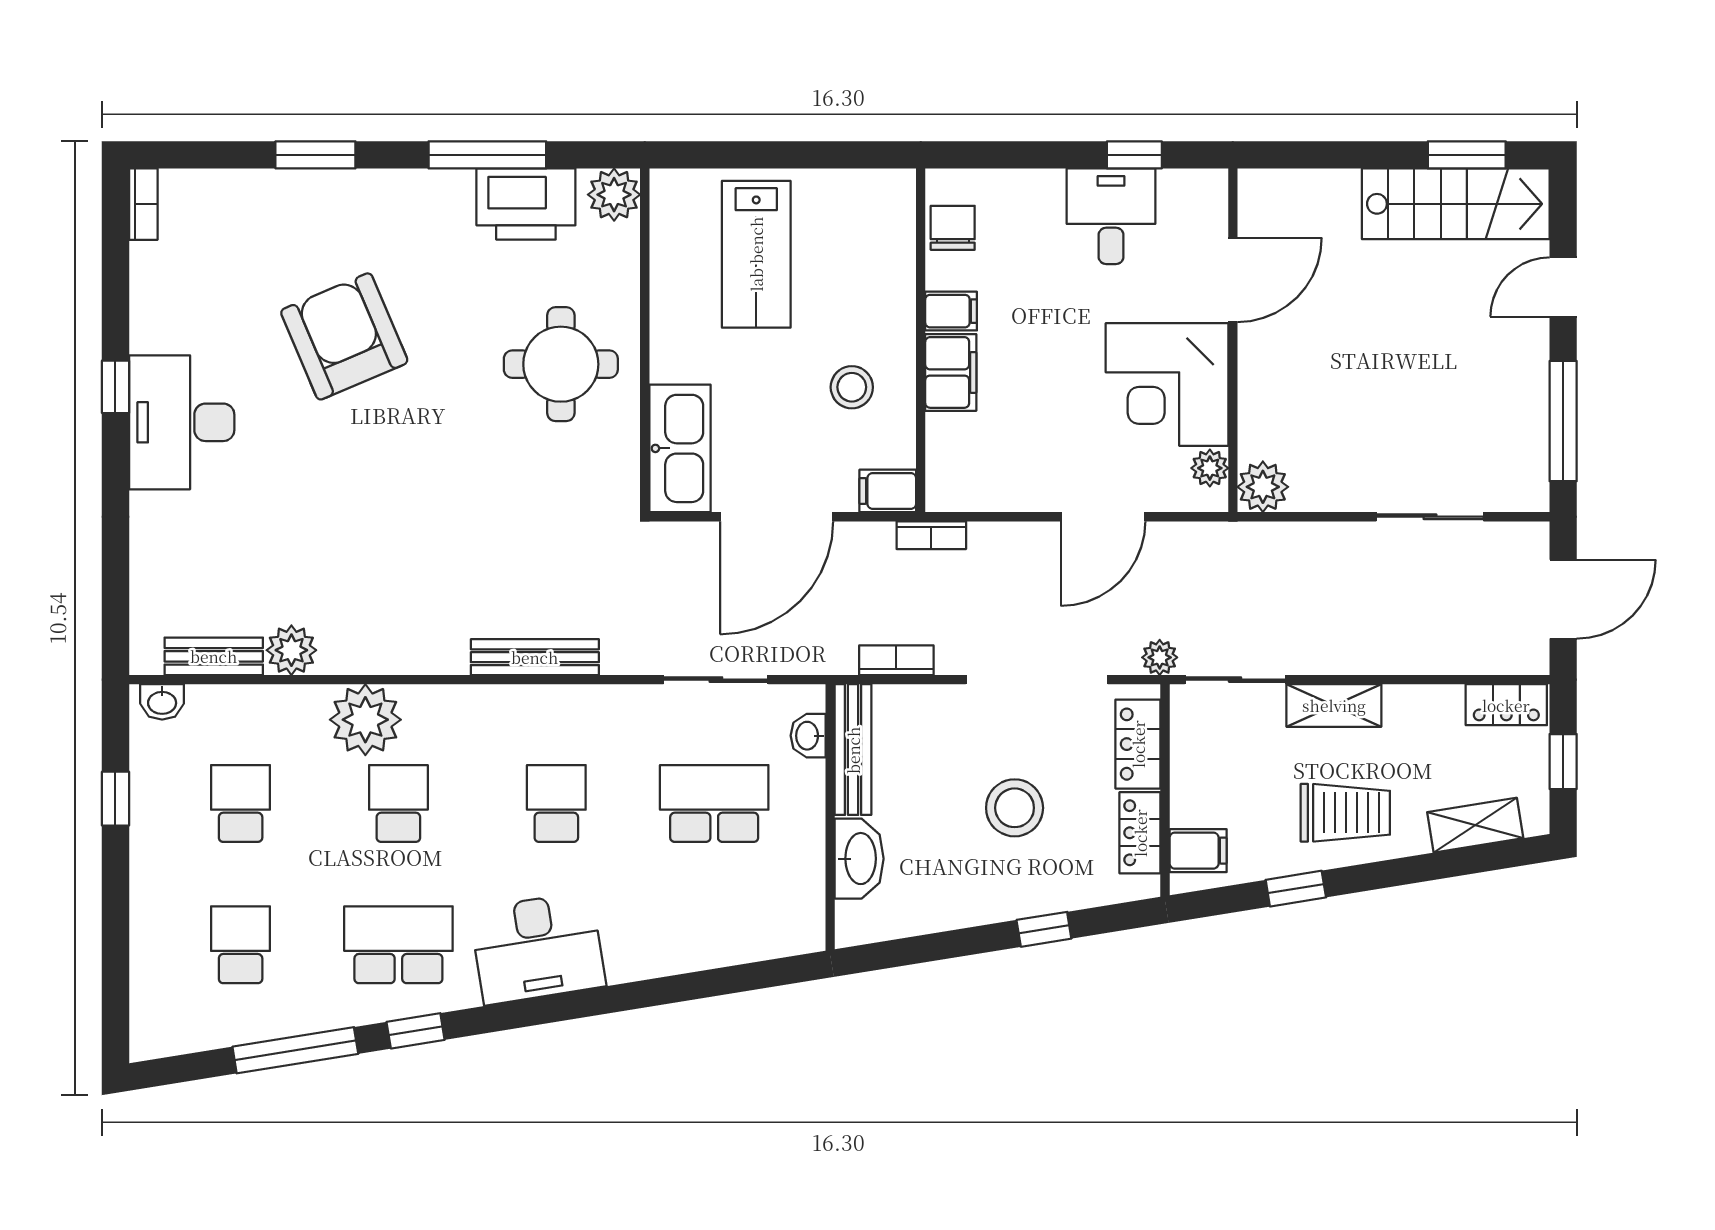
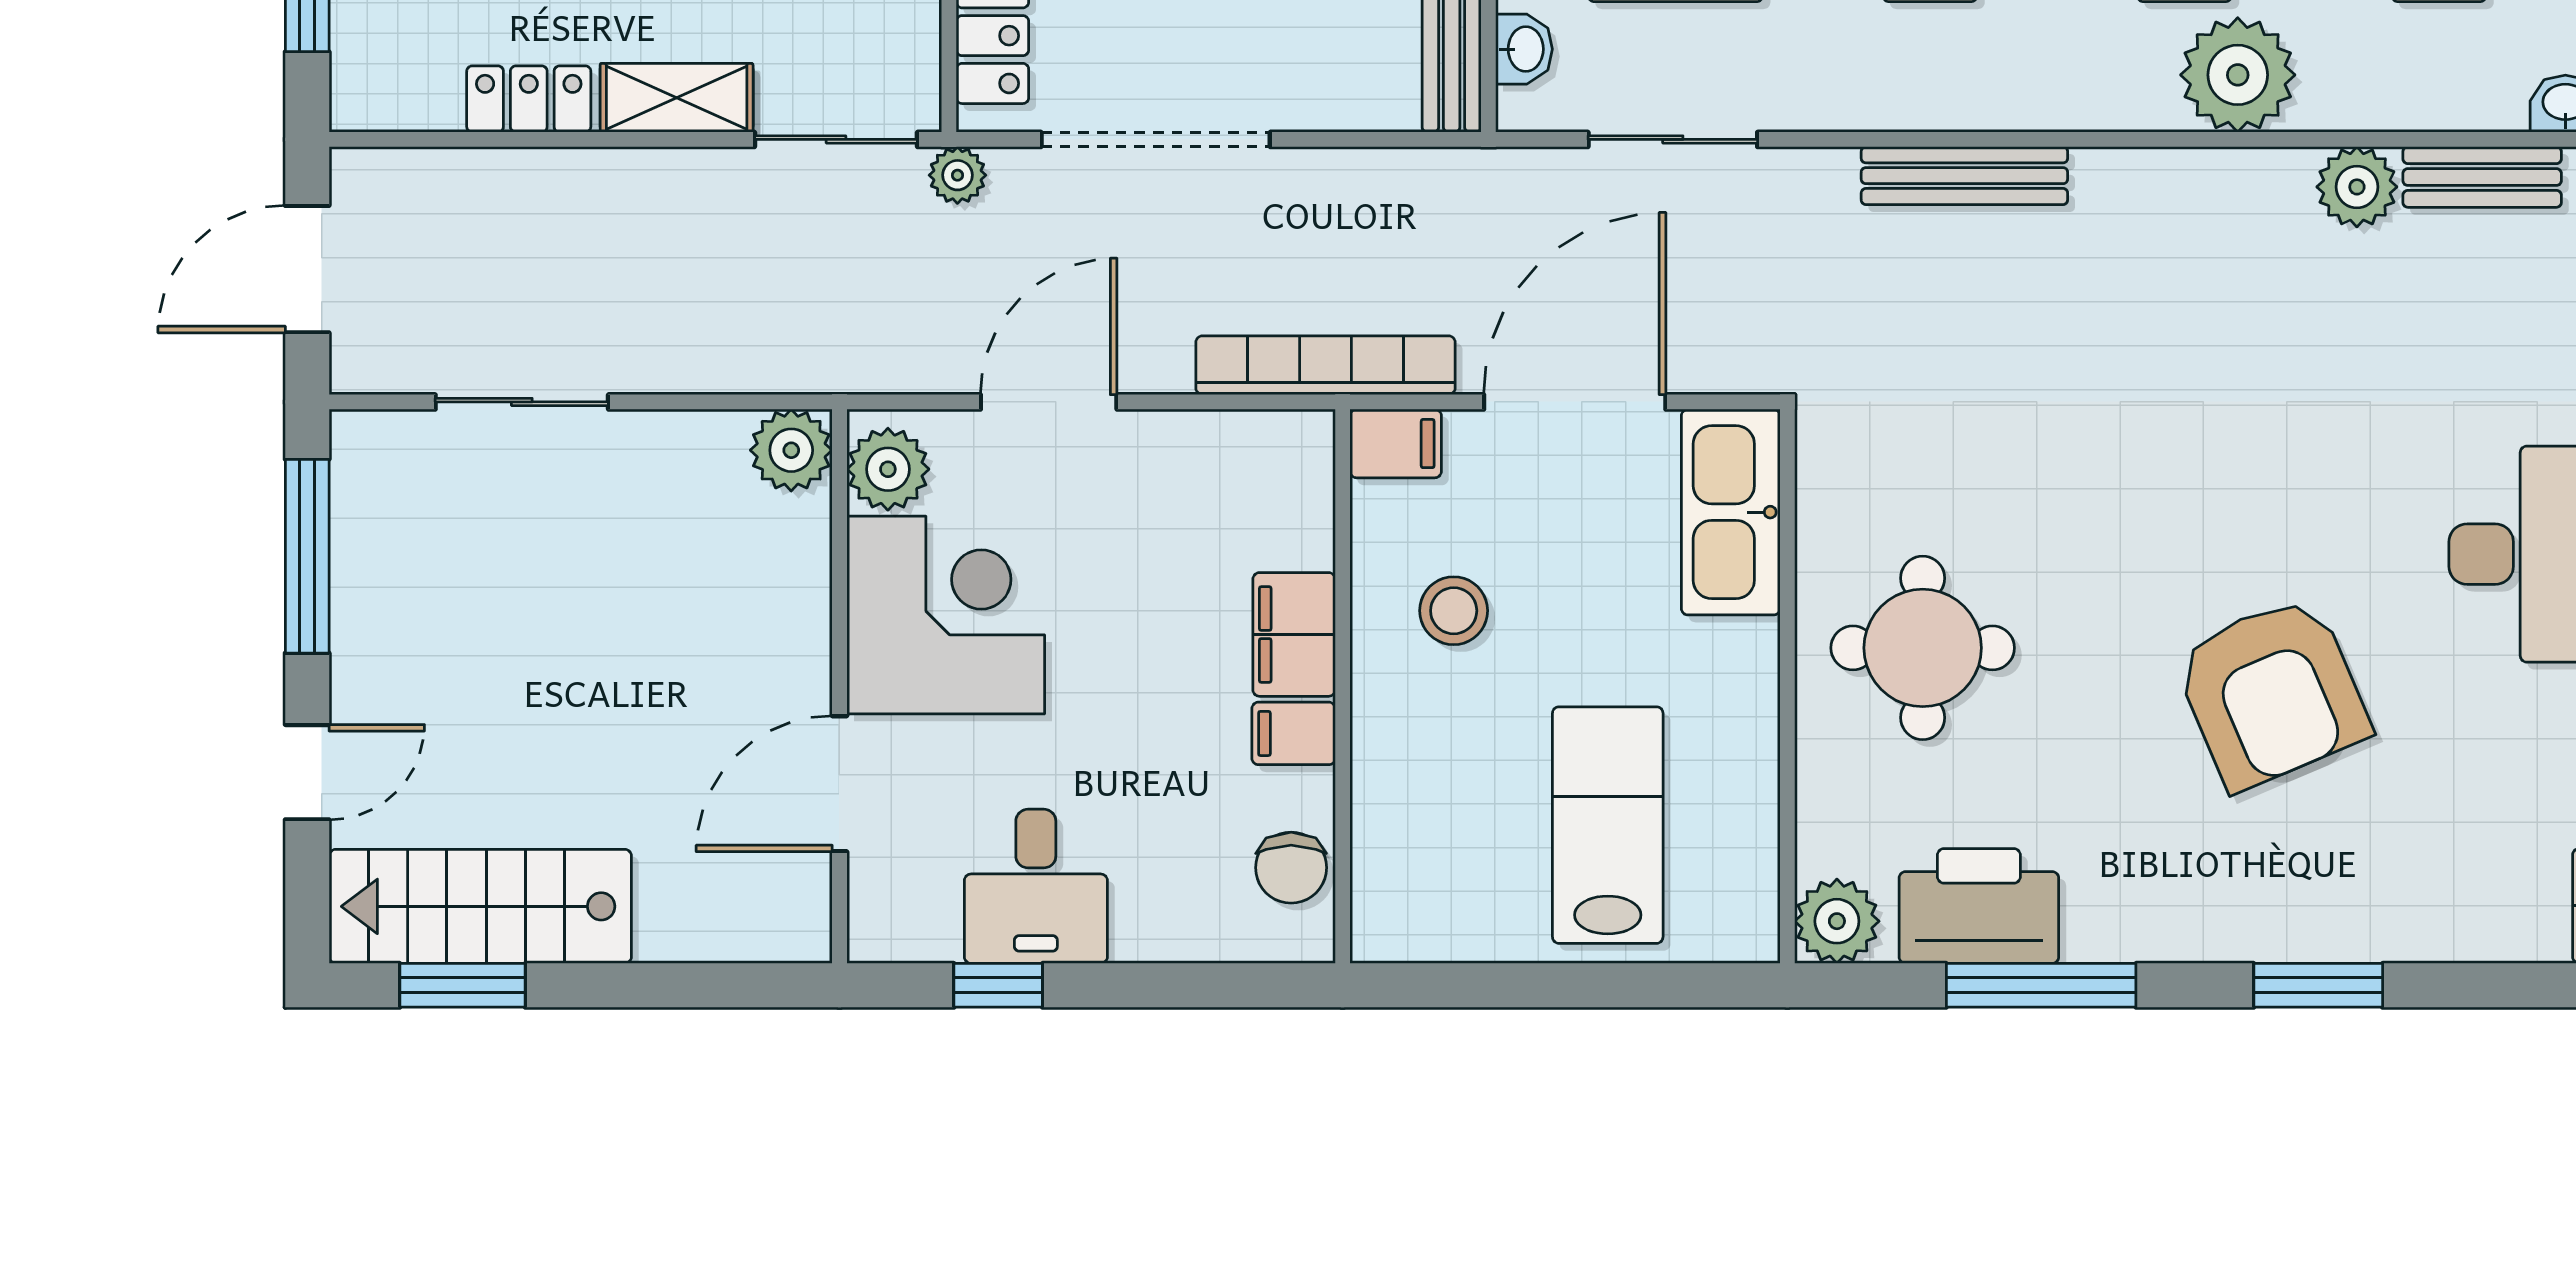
plant: (1210, 468) -> (888, 469), width x1.38, depth x1.38
bookcase: (931, 535) -> (1325, 365), width x2.31, depth x1.31
bookcase: (896, 660) -> (1382, 171), removed
locker: (1506, 705) -> (529, 99), moved

